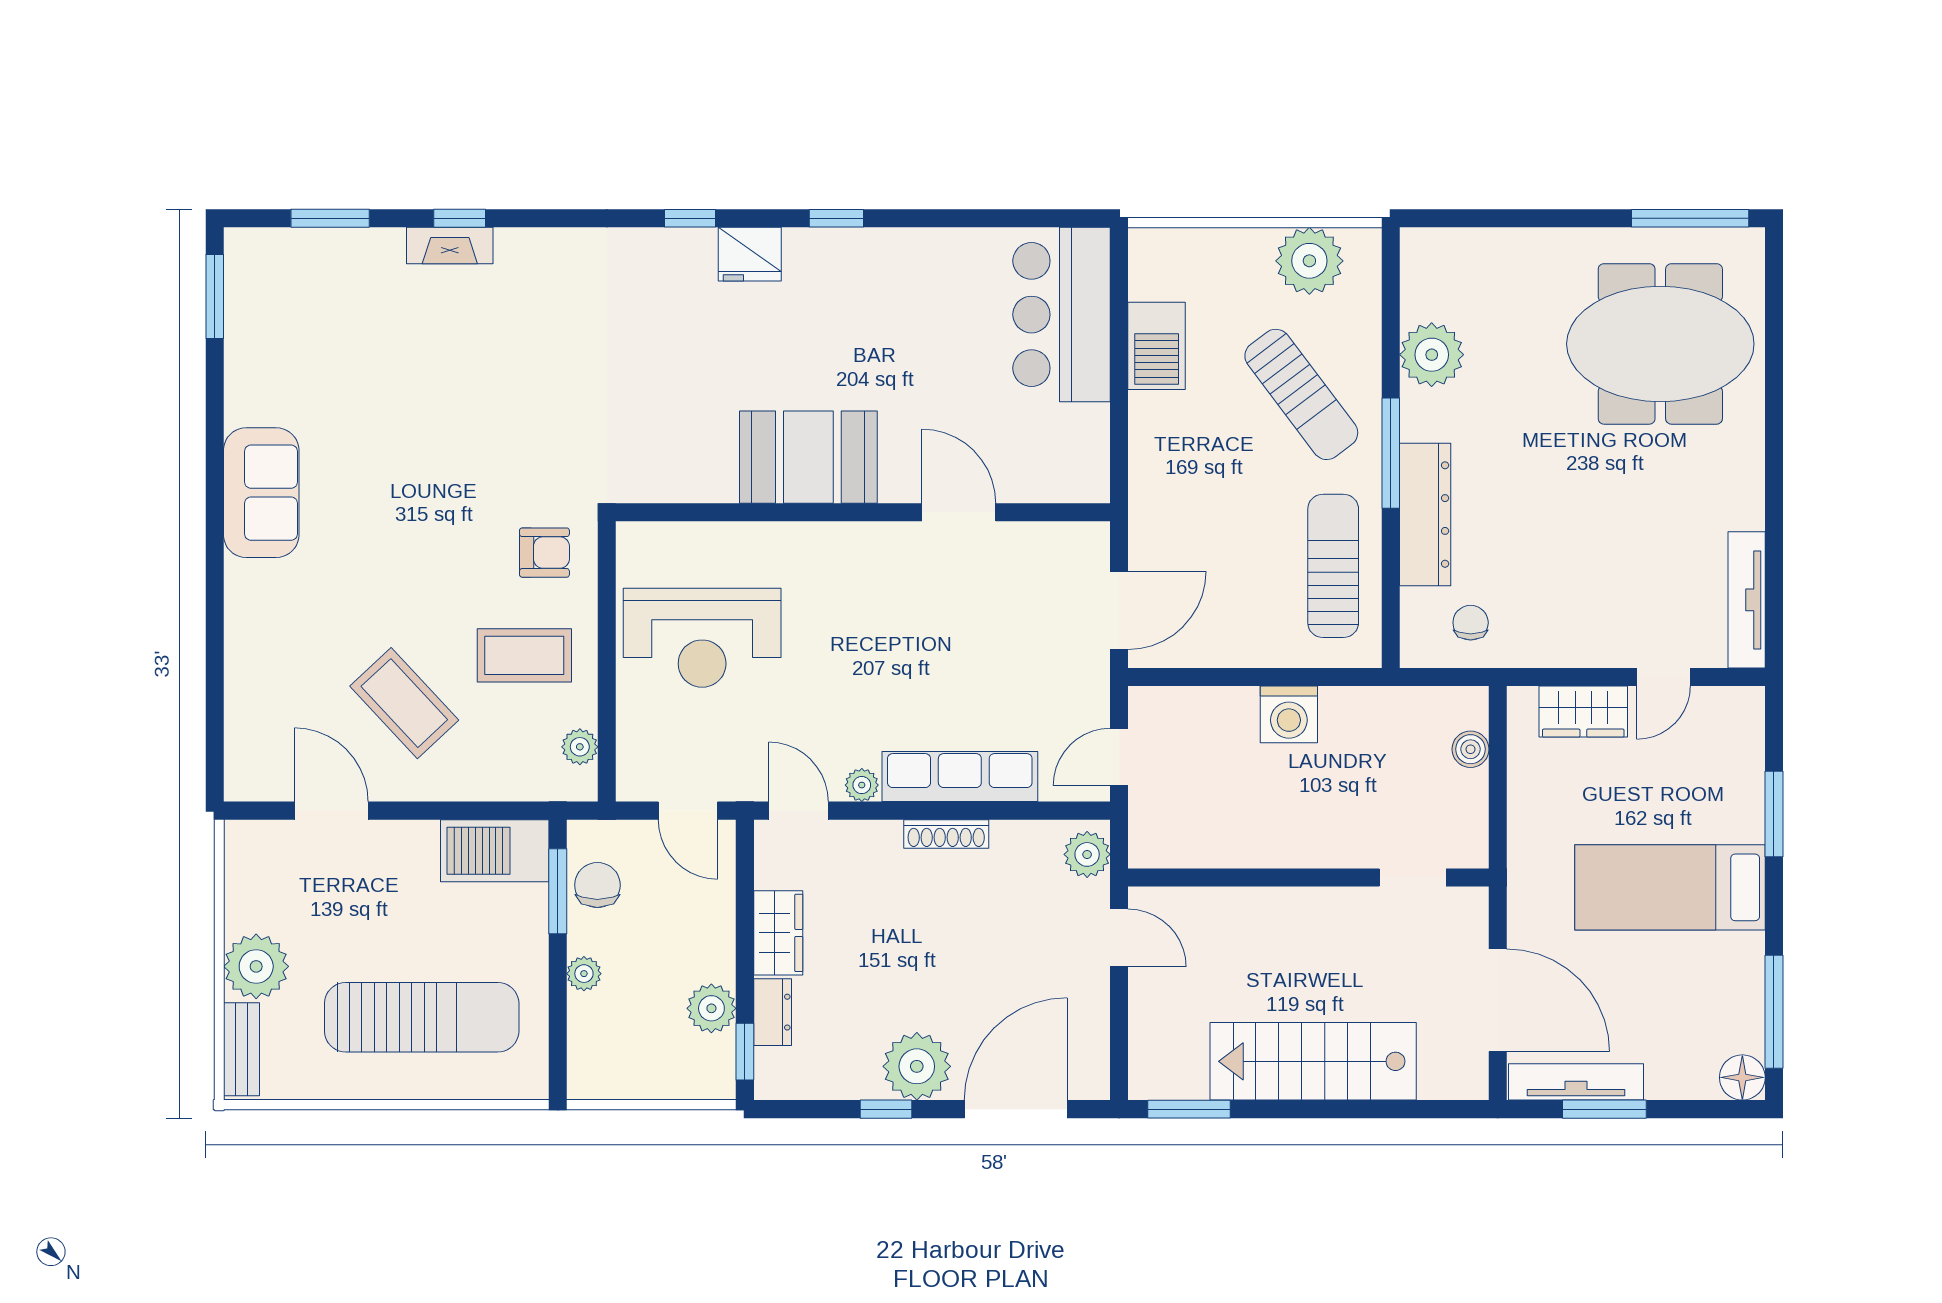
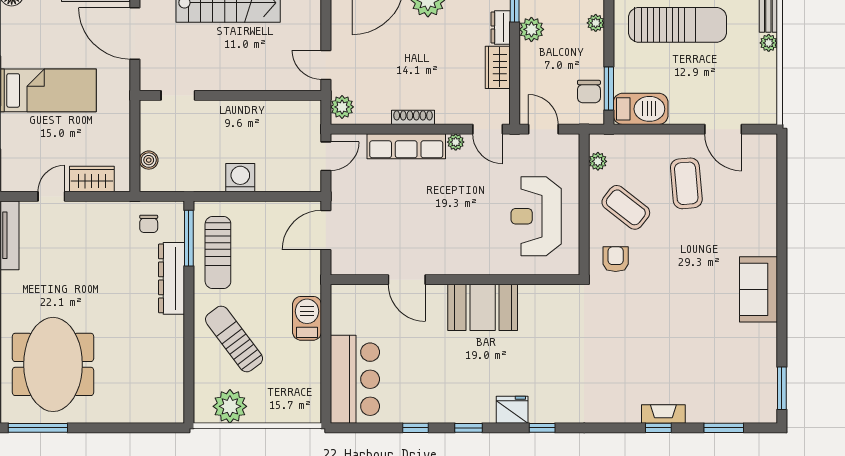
window: (941, 218) -> (416, 428), added
meeting table: (1660, 344) -> (53, 364), turned 90
barbecue: (1157, 346) -> (307, 318), moved
plant: (1432, 355) -> (168, 359), removed
window: (1391, 453) -> (189, 238), moved
armchair: (544, 553) -> (616, 259), turned 90
reception desk: (702, 638) -> (536, 216), turned -90
coffee table: (524, 655) -> (626, 207), turned 38
coffee table: (404, 703) -> (686, 183), turned 38
plant: (256, 966) -> (769, 43), width x0.53, depth x0.53
plant: (584, 974) -> (596, 23), moved
sun lounger: (422, 1017) -> (678, 25), turned 180

